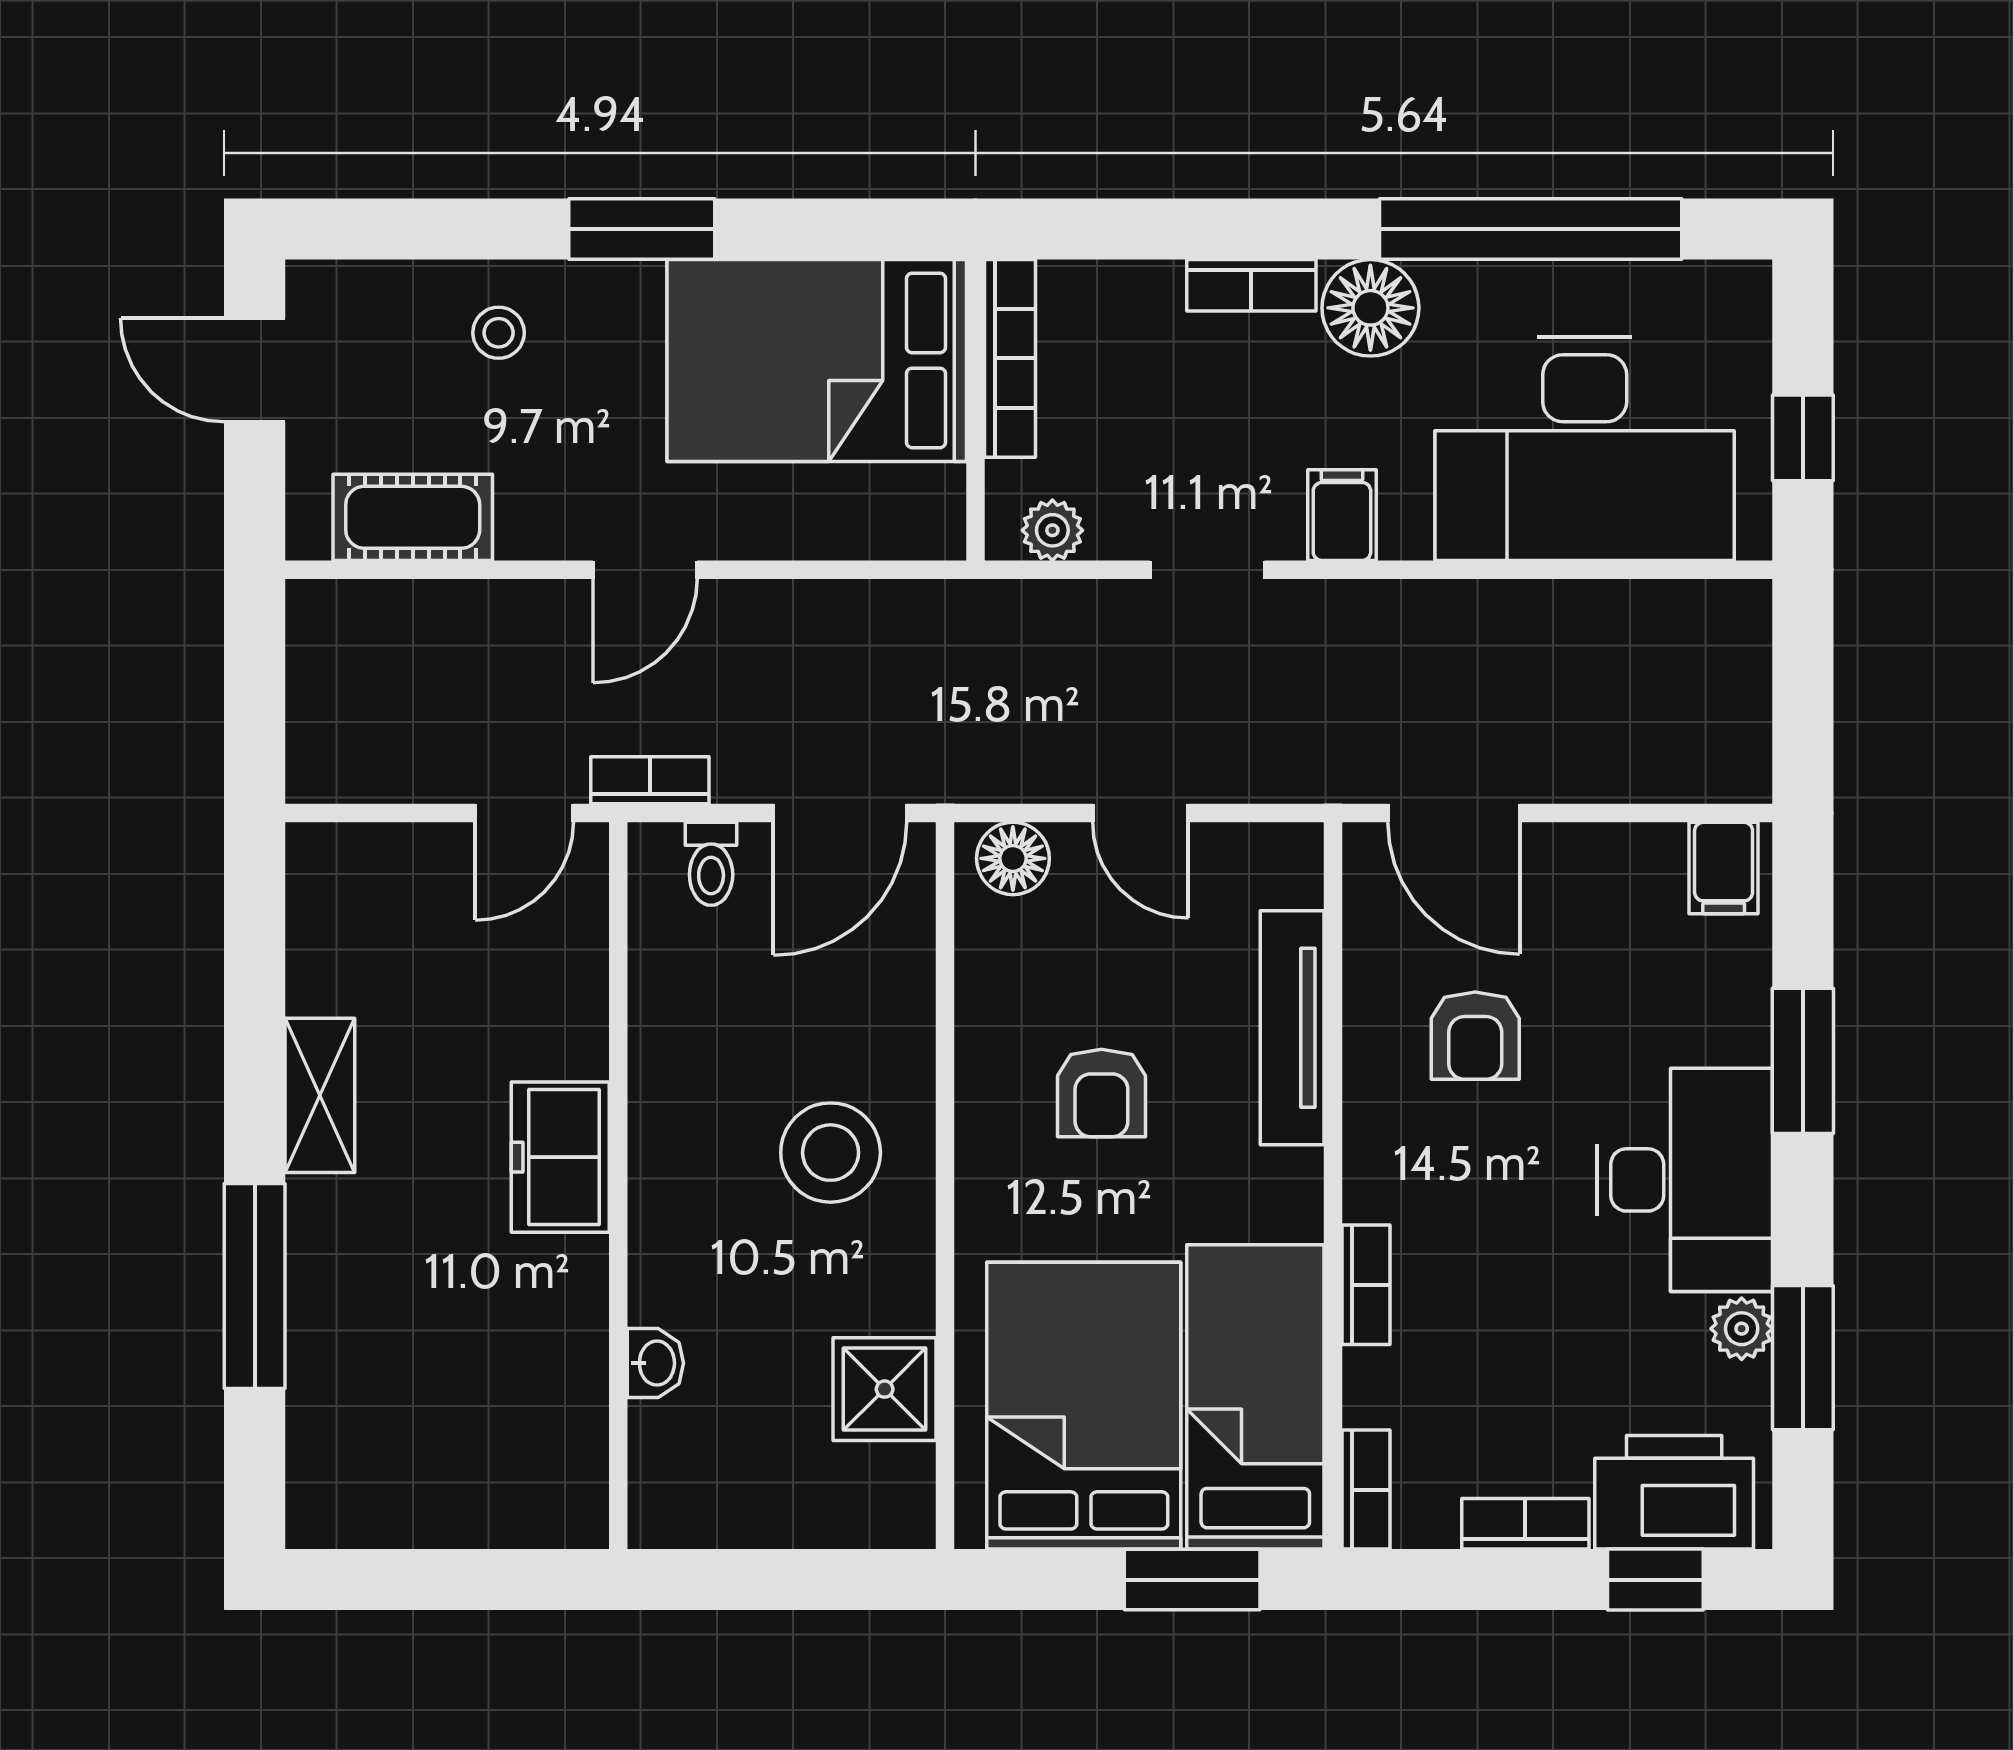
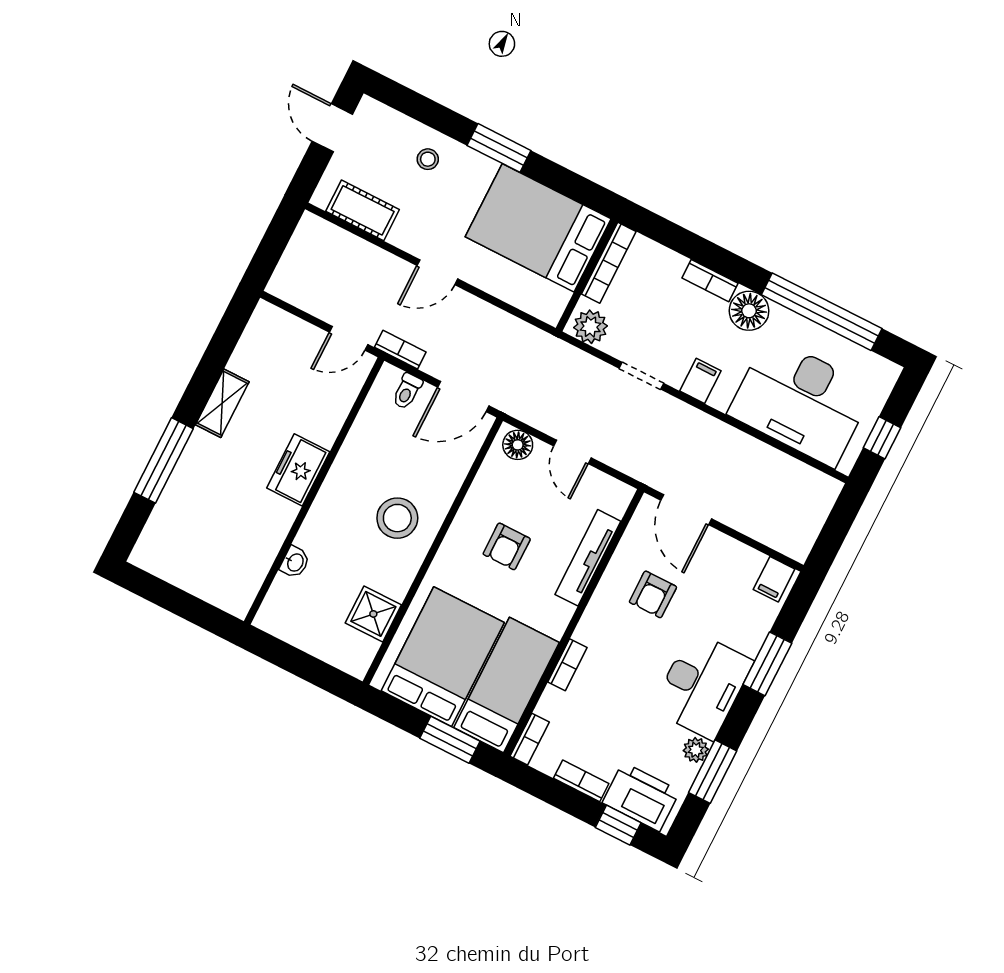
plant: (1052, 530) -> (590, 327), width x1.38, depth x1.38

